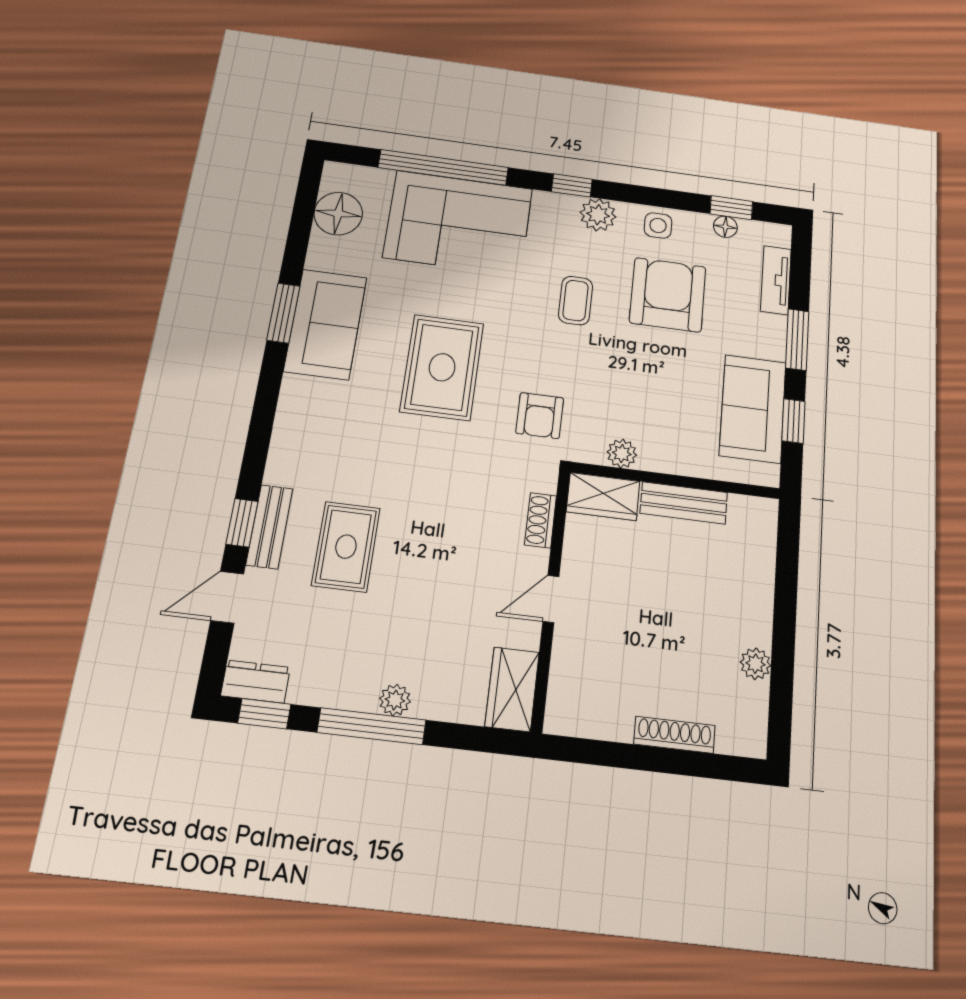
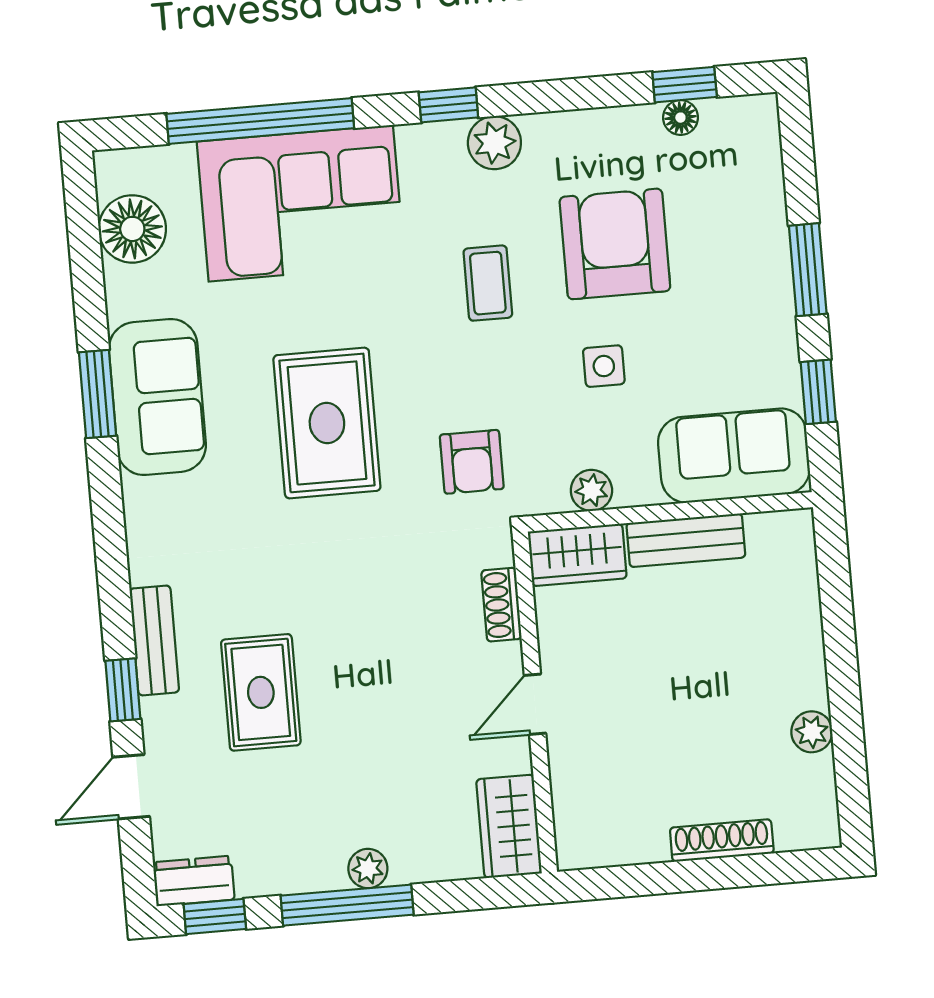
side table: (658, 225) -> (604, 366), moved
tv unit: (776, 280) -> (765, 185), removed
sofa: (753, 409) -> (734, 456), moved, turned 90
bench: (269, 527) -> (154, 640), moved

